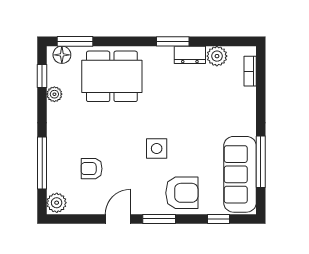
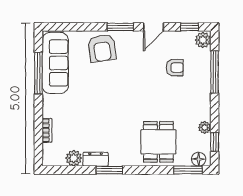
bookcase: (250, 71) -> (47, 130), moved
dining table: (112, 76) -> (158, 142), width x0.73
side table: (157, 148) -> (122, 84), removed
armchair: (182, 193) -> (102, 48), turned -98
window: (218, 219) -> (189, 27), moved

